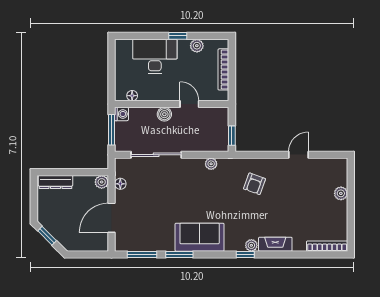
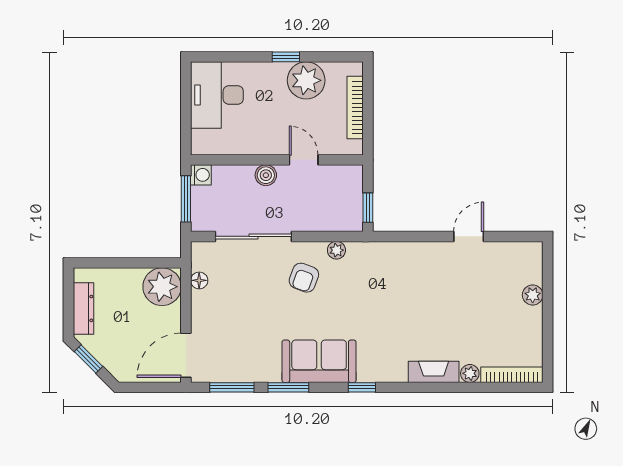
plant: (197, 46) -> (306, 80), width x1.87, depth x1.87
desk: (155, 56) -> (217, 95), moved, turned -90
floor lamp: (132, 96) -> (217, 147), removed
dresser: (55, 182) -> (83, 308), moved, turned -90
plant: (102, 182) -> (162, 287), width x1.87, depth x1.87
armchair: (255, 184) -> (304, 278), moved
door: (112, 218) -> (186, 355), moved
plant: (251, 245) -> (470, 373), moved
window: (245, 254) -> (362, 387), moved

